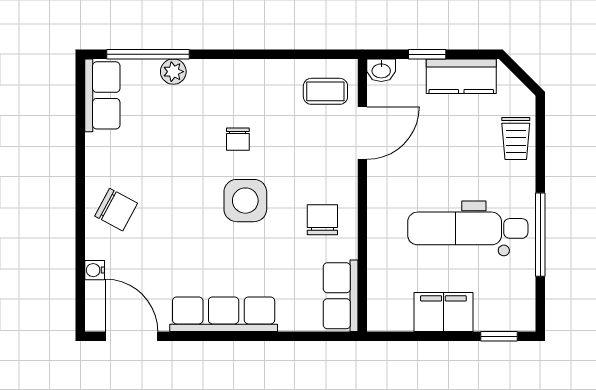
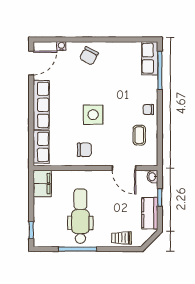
plant: (173, 72) -> (152, 82), removed
coffee table: (325, 91) -> (139, 135), moved
row of seats: (102, 95) -> (150, 58), moved, turned 90
chair: (238, 139) -> (148, 109), moved
row of seats: (341, 296) -> (41, 147), moved, turned 90
filing cabinet: (443, 312) -> (42, 184), moved

